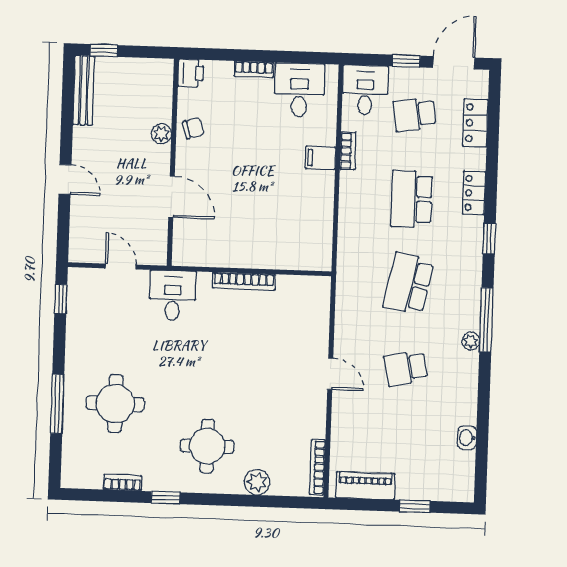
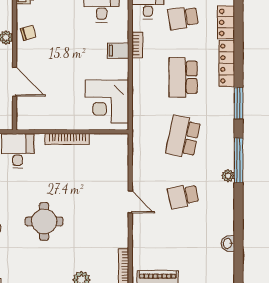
locker: (474, 193) -> (227, 63), width x1.53
corner desk: (302, 230) -> (107, 102), added
window: (489, 239) -> (238, 103), width x1.50
round table: (207, 446) -> (44, 221), moved

